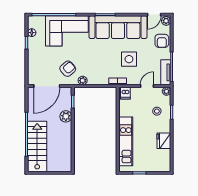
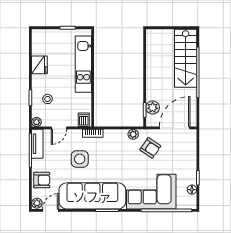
armchair: (162, 41) -> (42, 180), turned 90
armchair: (68, 69) -> (150, 148), turned -105
plant: (66, 116) -> (153, 108), moved

